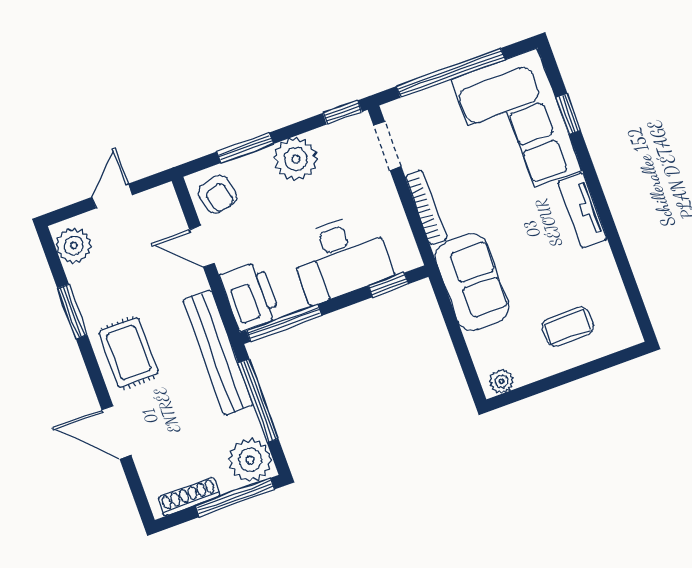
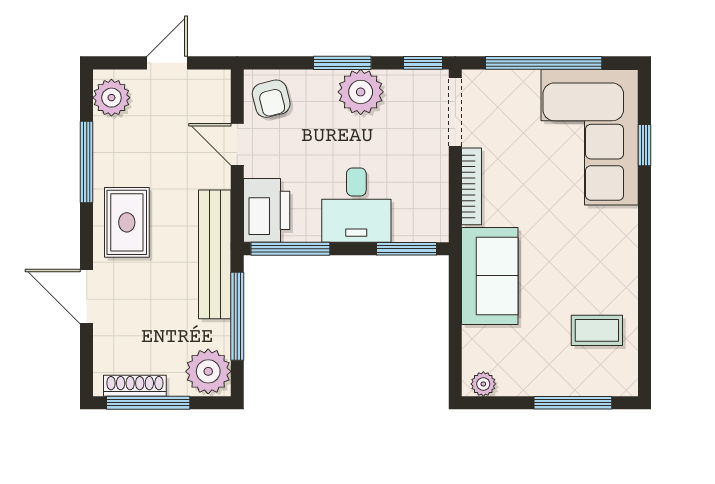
doorway: (387, 146) -> (455, 112), width x1.38
window: (245, 148) -> (342, 63), moved
tv unit: (582, 210) -> (624, 245), removed
desk: (341, 258) -> (356, 205), width x0.73
window: (388, 285) -> (407, 249), width x1.50
window: (72, 312) -> (87, 162), width x1.44
coffee table: (568, 327) -> (597, 330), moved
window: (588, 369) -> (573, 403), added
window: (235, 497) -> (148, 403), moved

